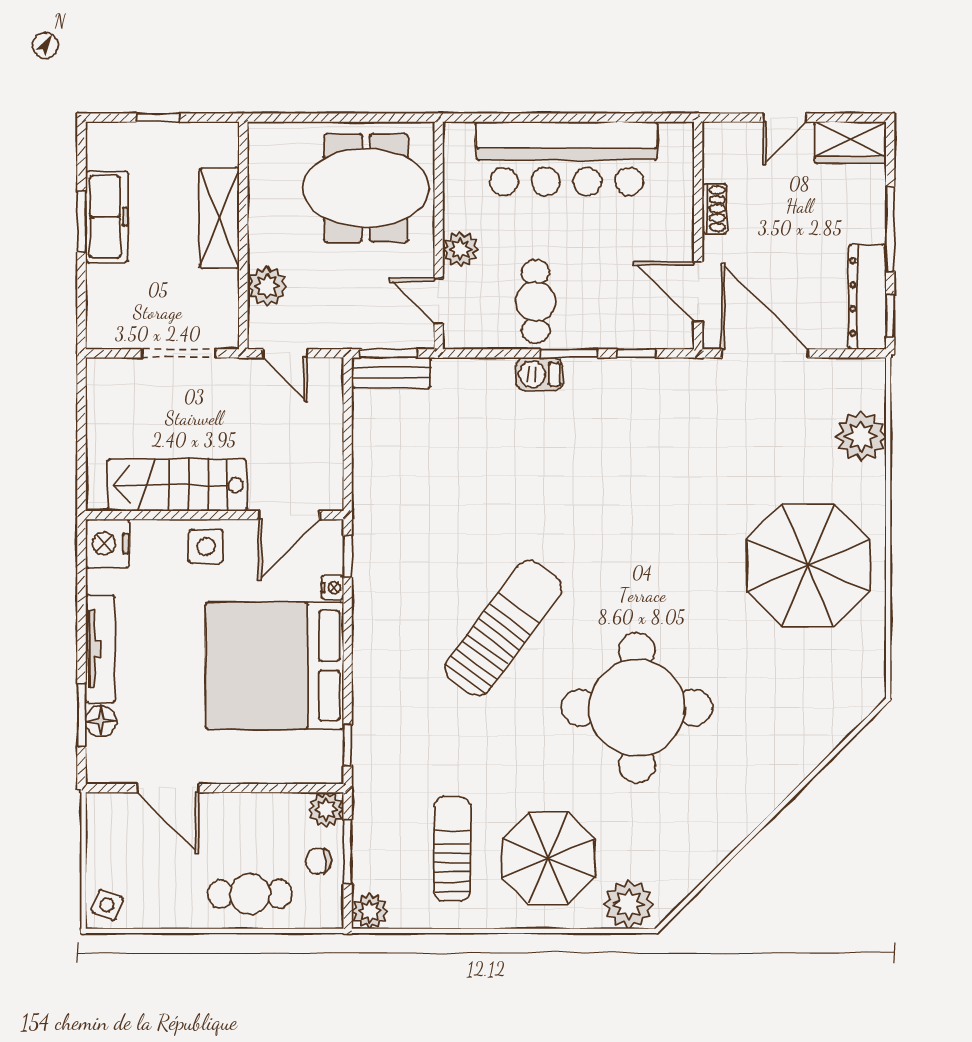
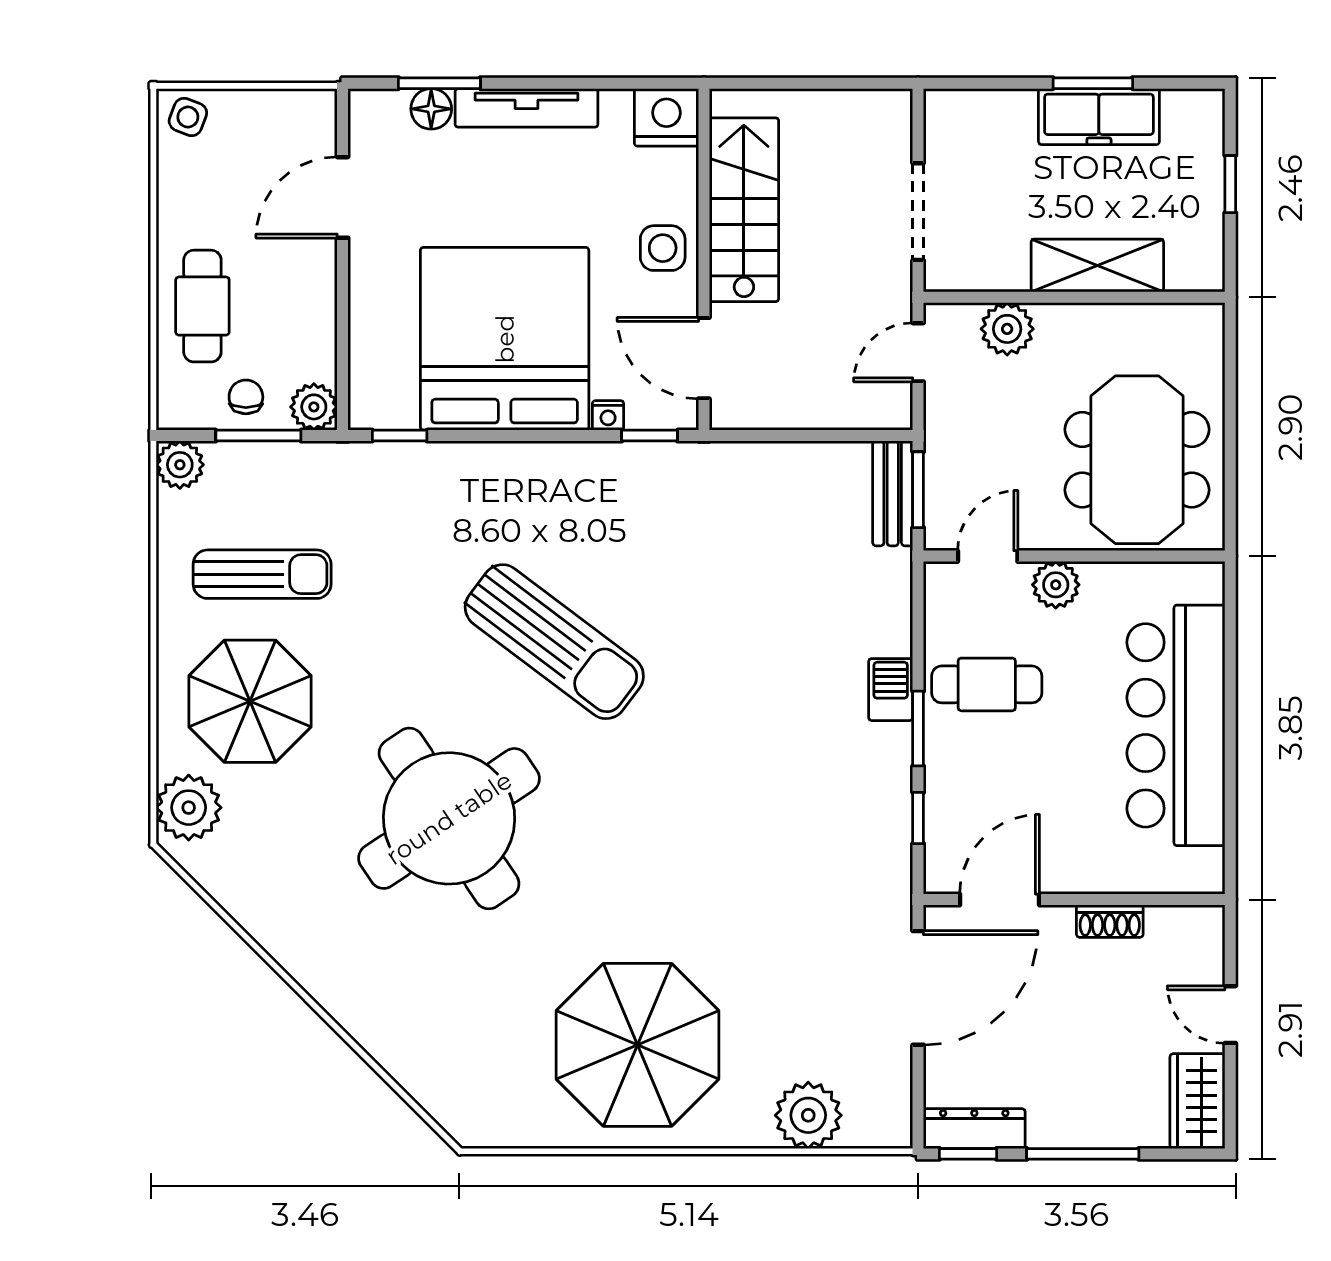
dresser: (867, 297) -> (974, 1129), width x0.73, depth x0.80
round table: (637, 708) -> (449, 818), turned -34

